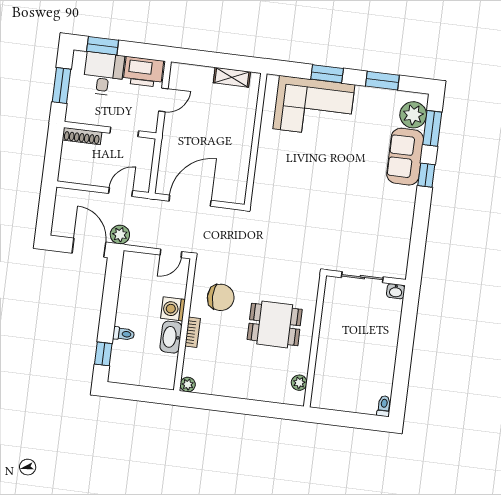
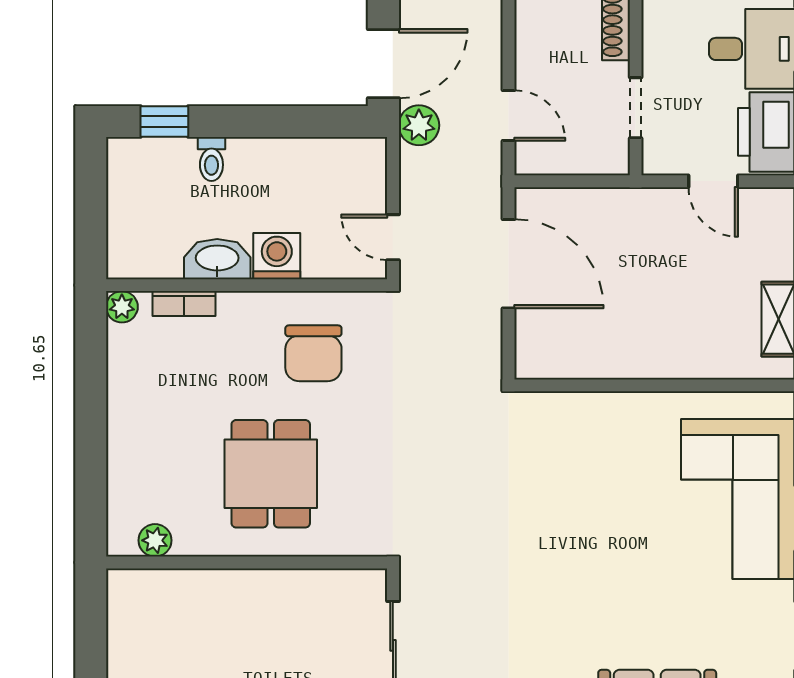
bookcase: (193, 332) -> (184, 304), moved

